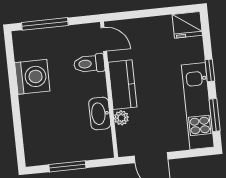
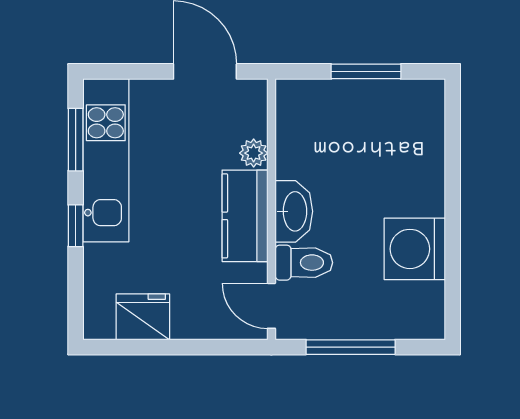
window: (45, 24) -> (351, 347), moved
fridge: (187, 25) -> (143, 317), moved
washbasin: (100, 113) -> (294, 211), moved

